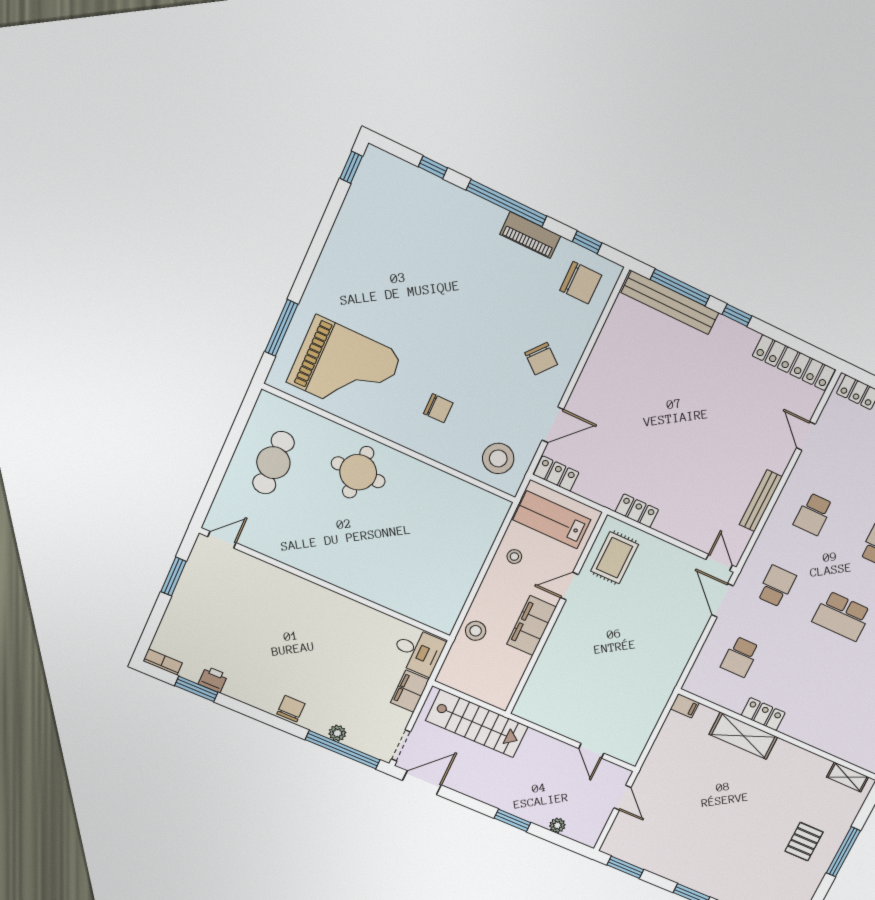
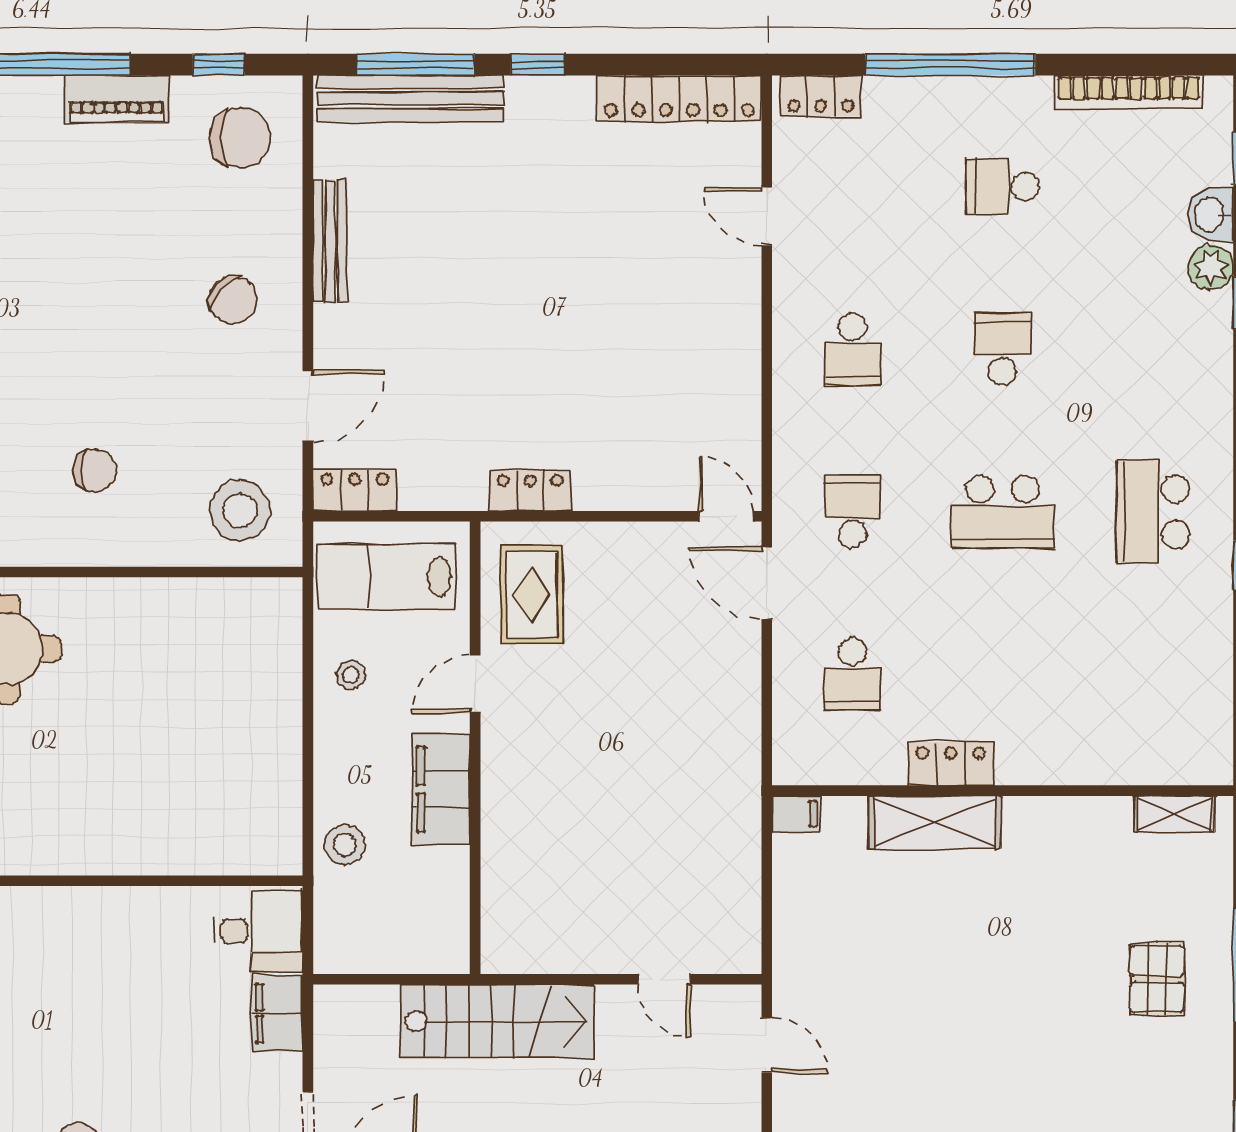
bench: (761, 501) -> (330, 241), moved
stairs: (477, 724) -> (498, 1021), moved

